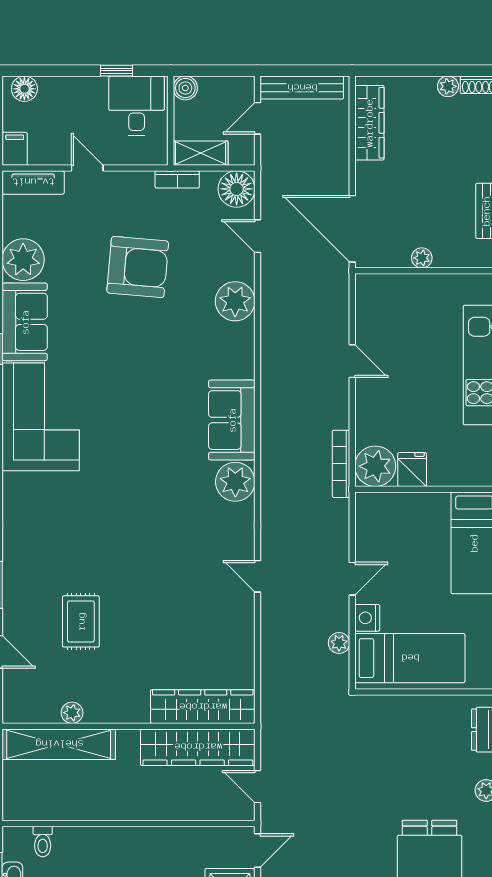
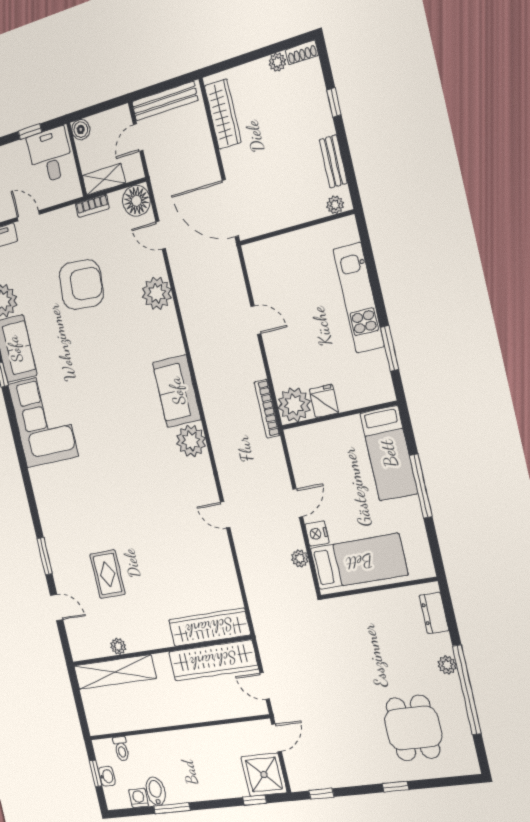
plant: (422, 258) -> (335, 205), moved

